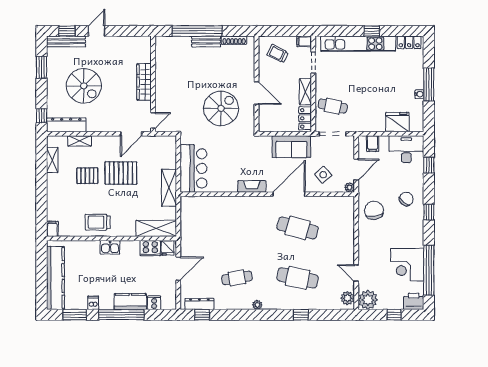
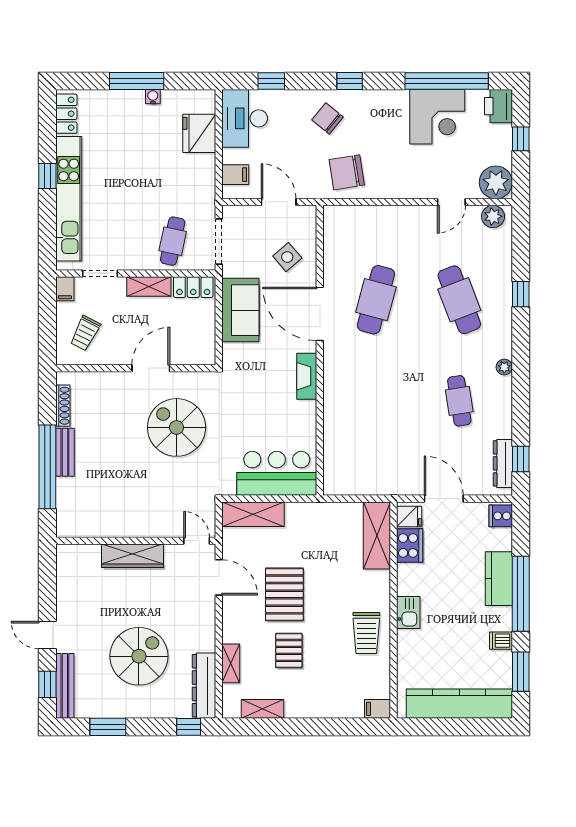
plant: (349, 187) -> (308, 213), removed
shelving: (169, 188) -> (253, 514), moved
cafe table: (298, 278) -> (459, 300), turned -33
cooker: (154, 303) -> (501, 516), moved

